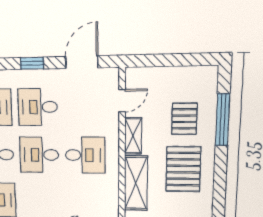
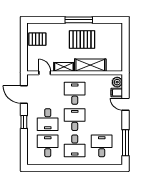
pallet: (184, 119) -> (37, 39), moved
window: (223, 120) -> (79, 20), moved
desk: (39, 155) -> (75, 120), turned 180

